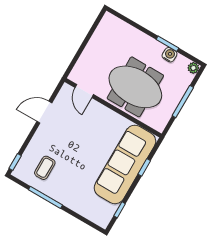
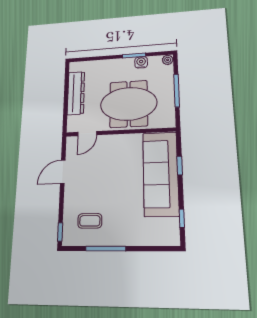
dresser: (95, 46) -> (76, 93), added
door: (84, 91) -> (87, 134), hinge flipped
coffee table: (45, 168) -> (90, 221), turned 90

